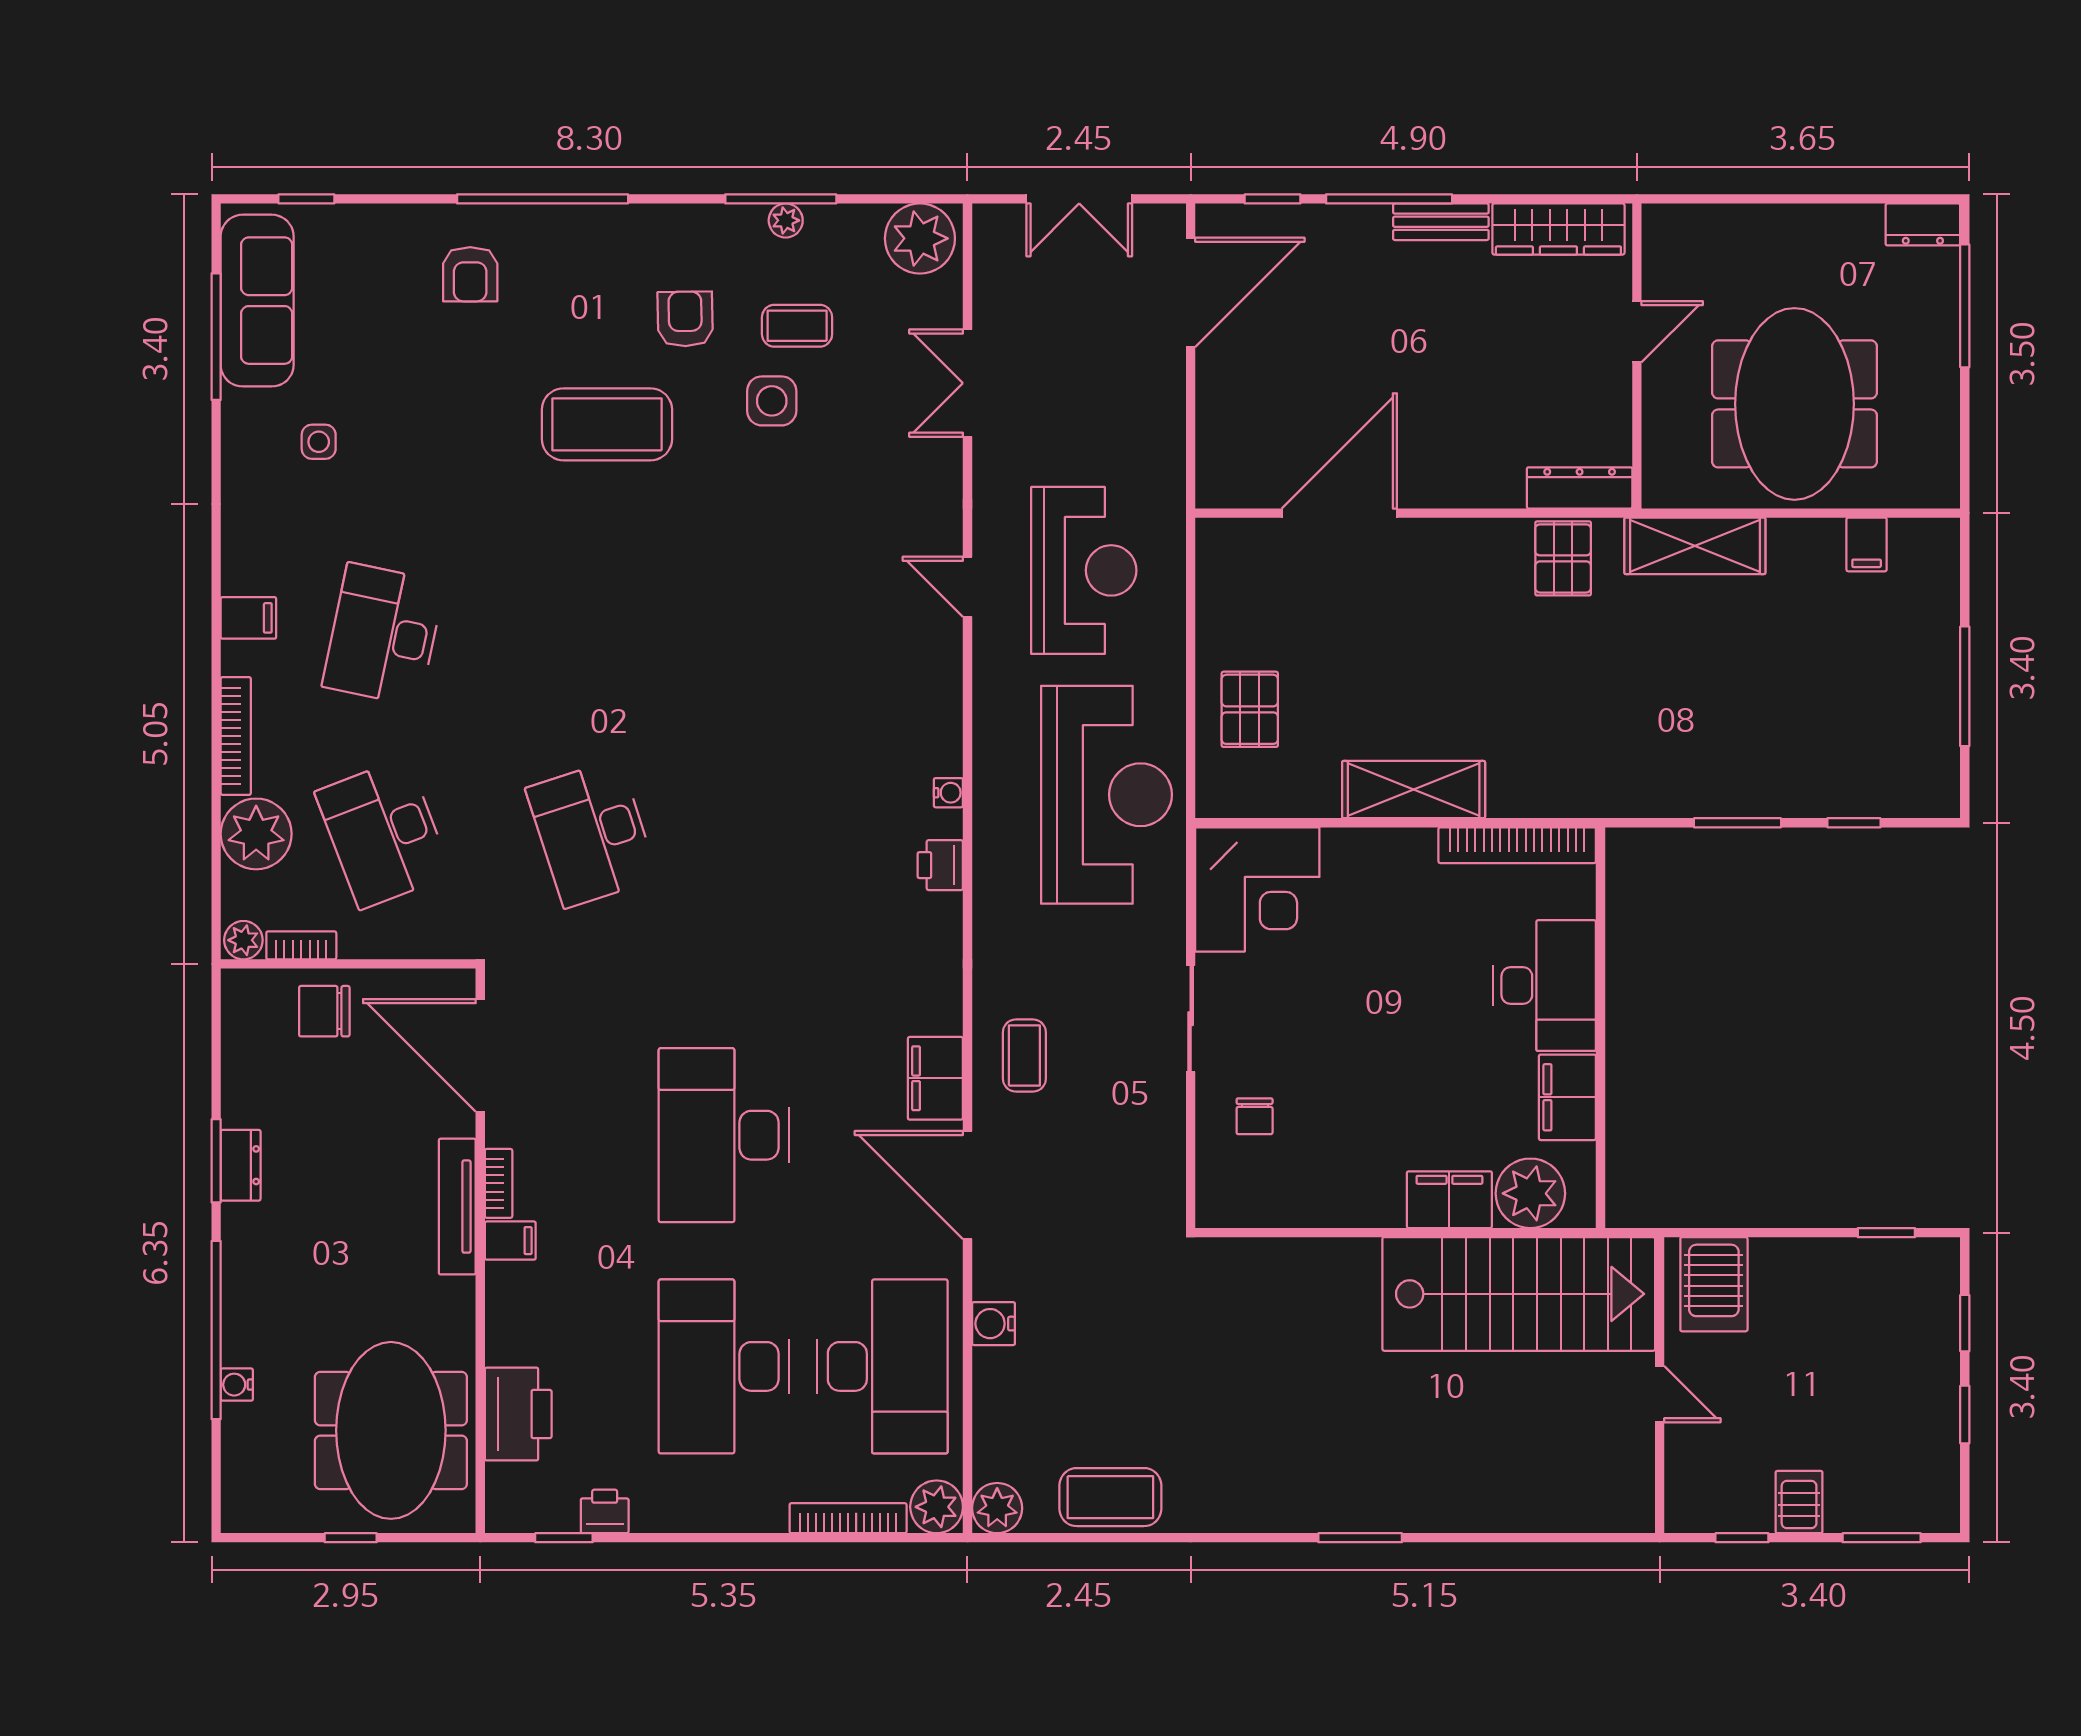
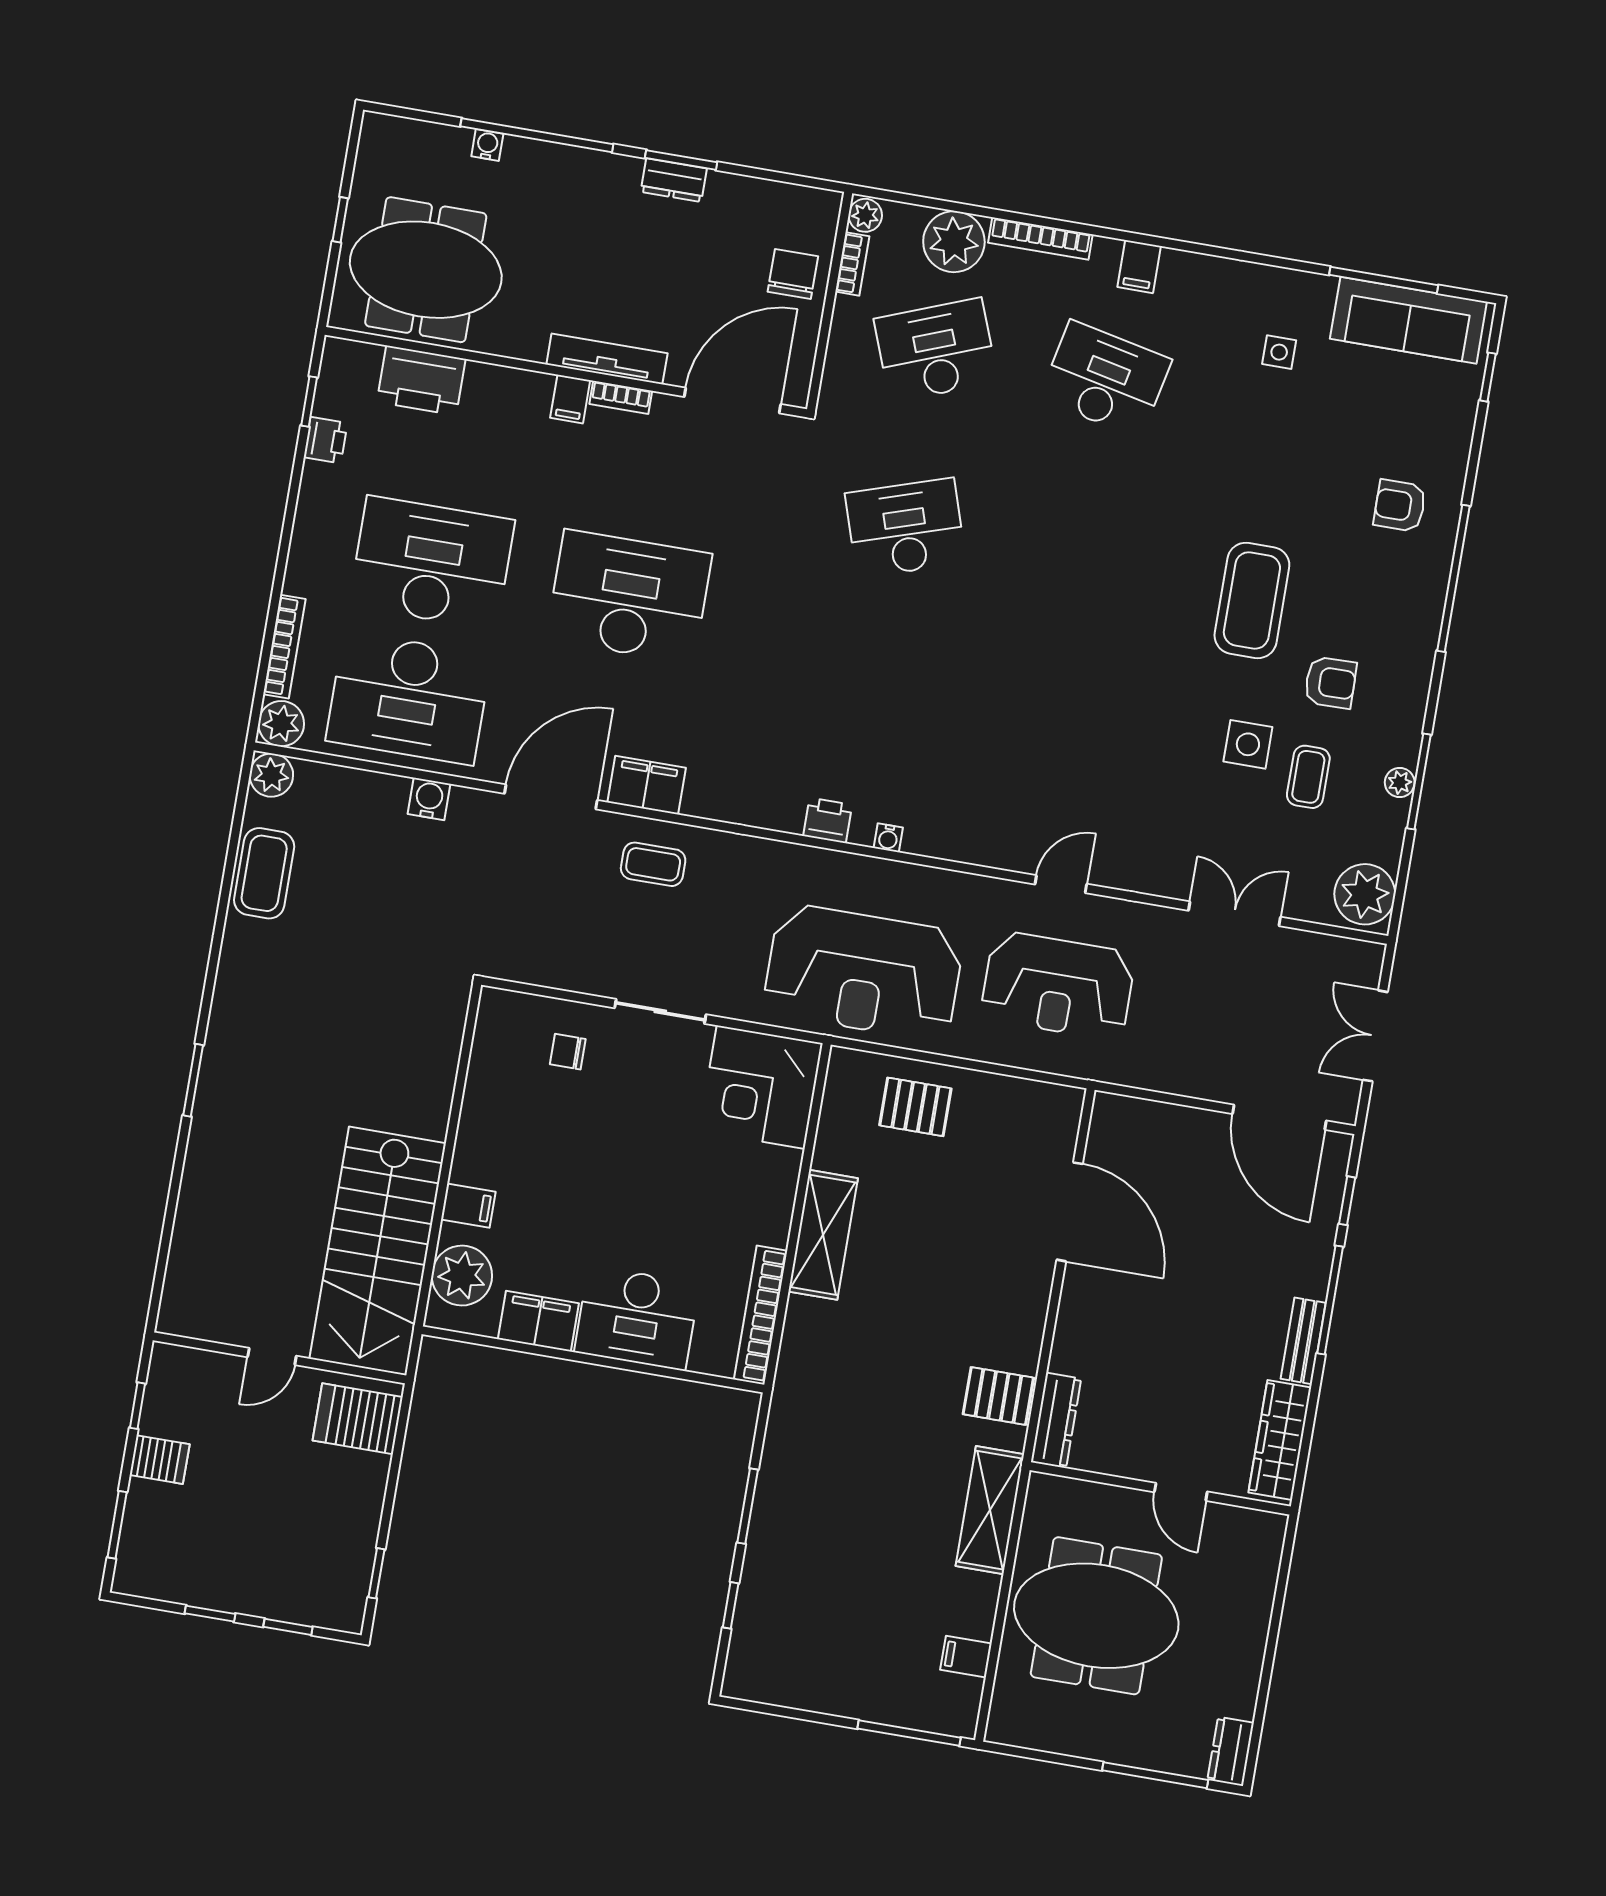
window: (1965, 686) -> (909, 1733), moved
filing cabinet: (1449, 1200) -> (468, 1206), width x0.50

